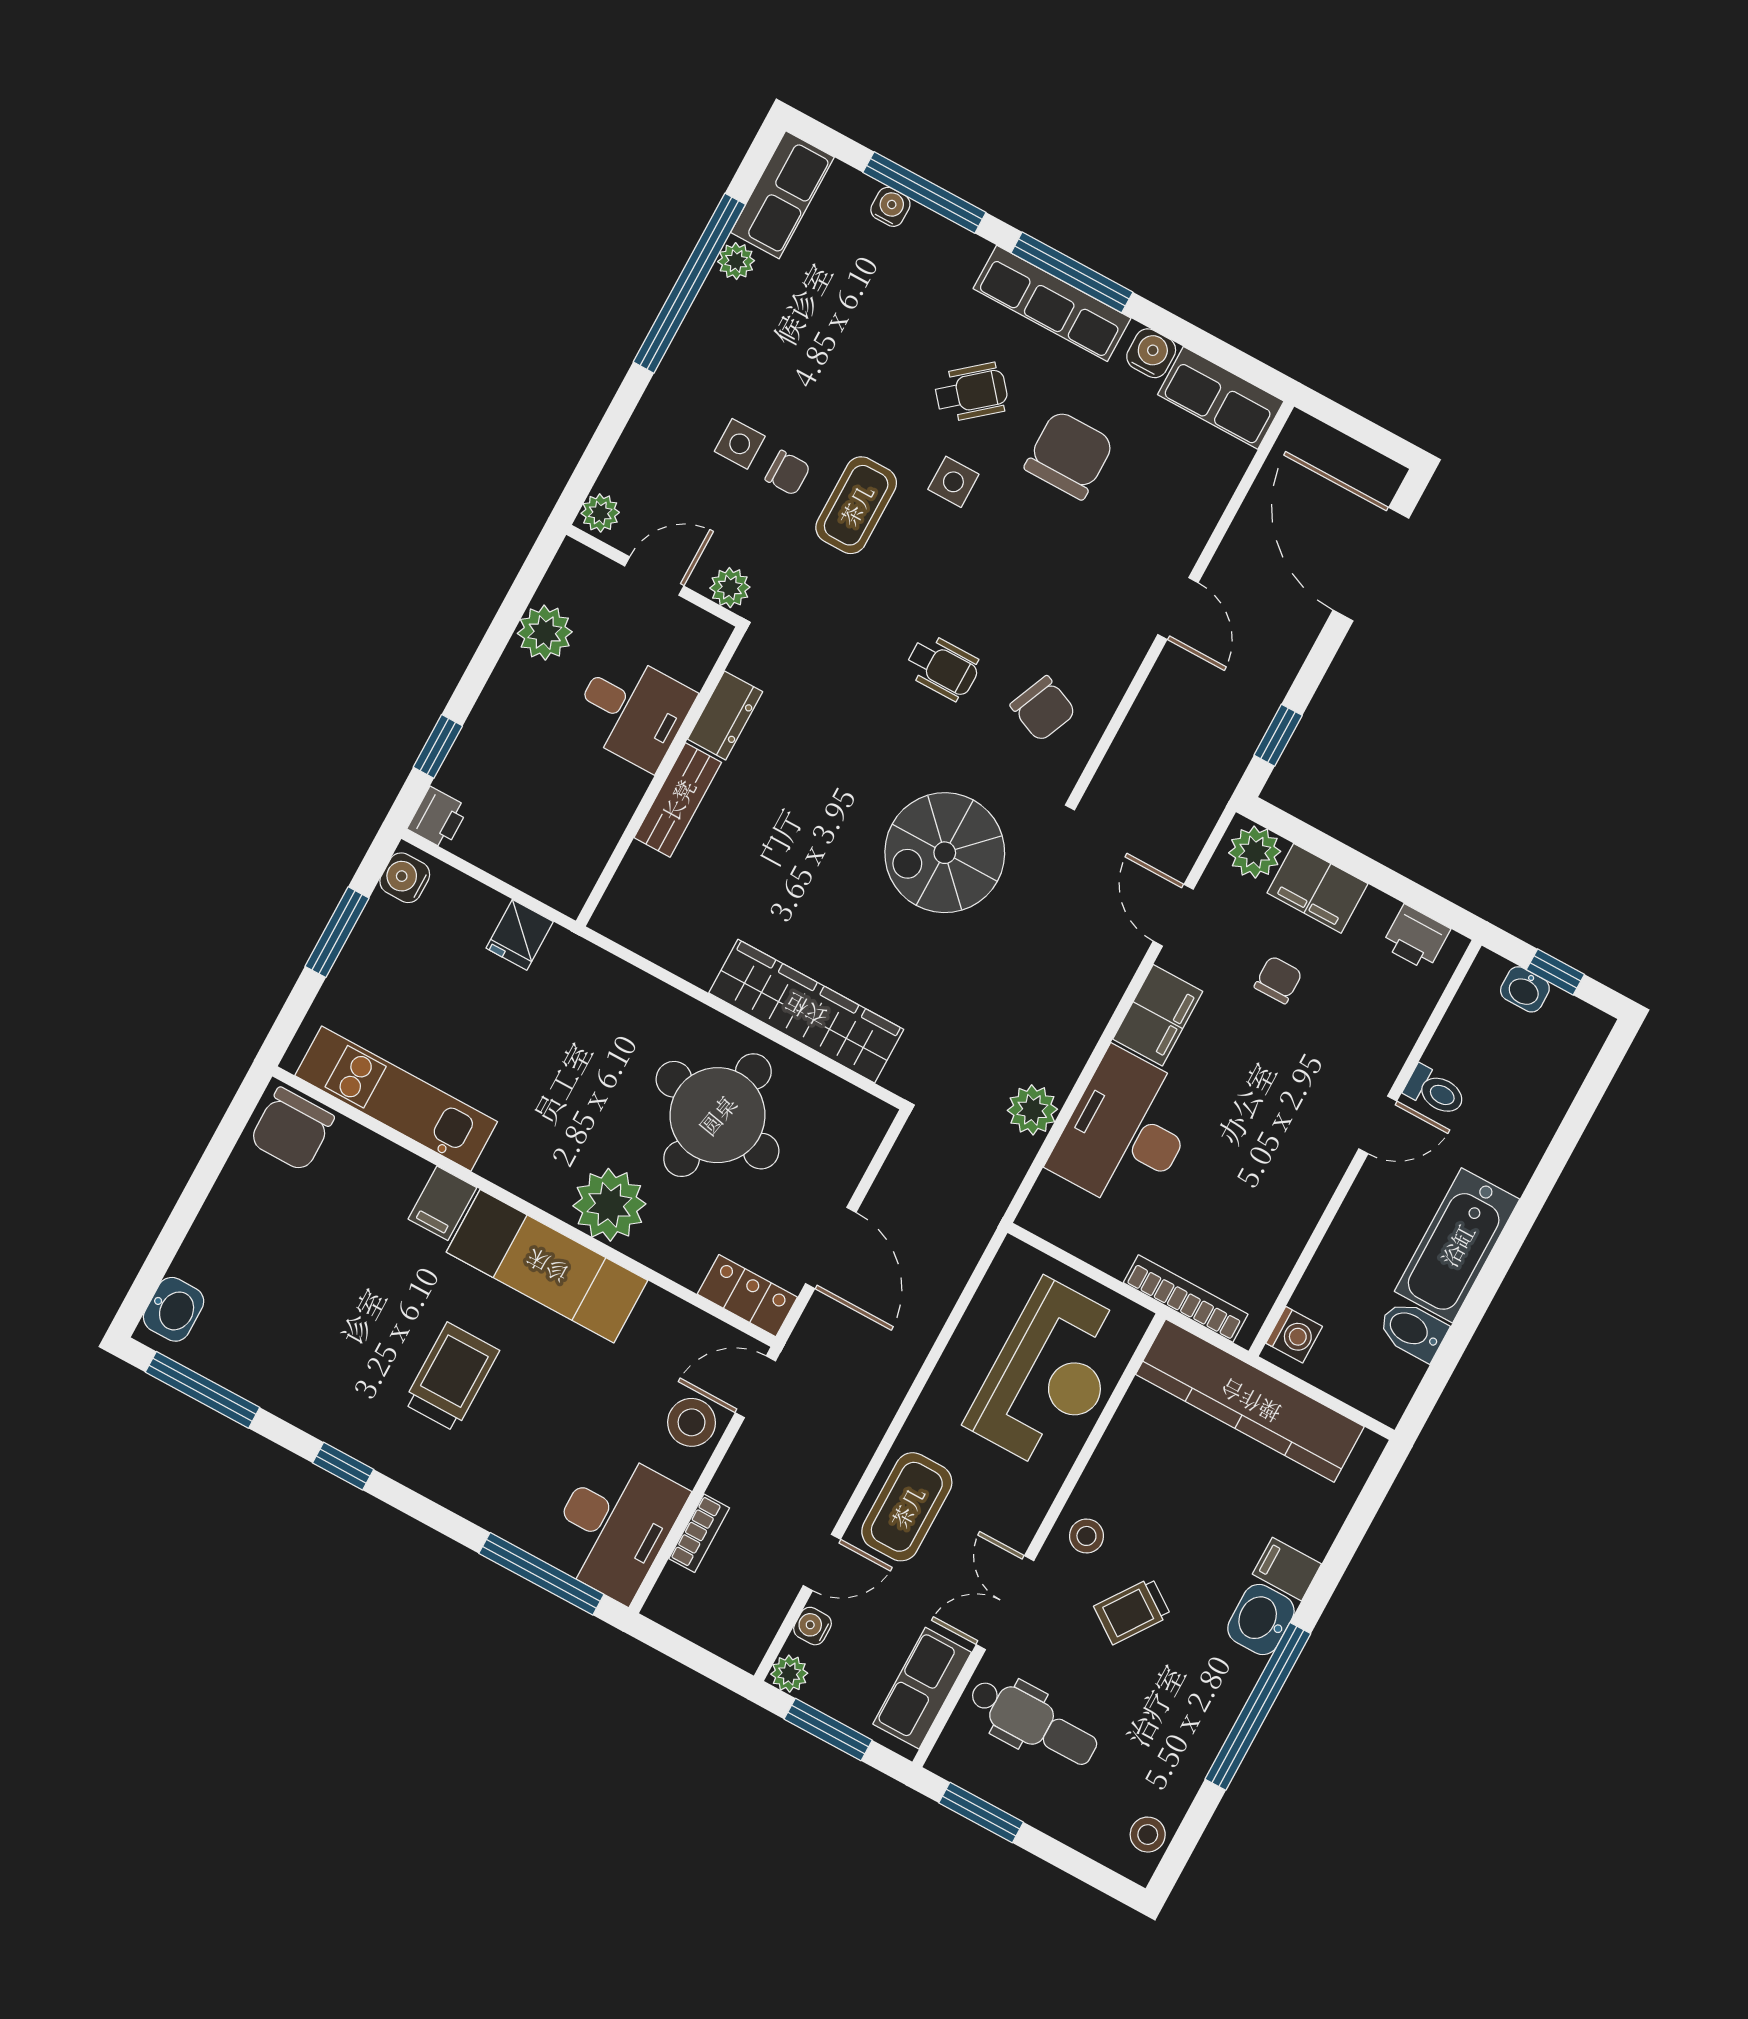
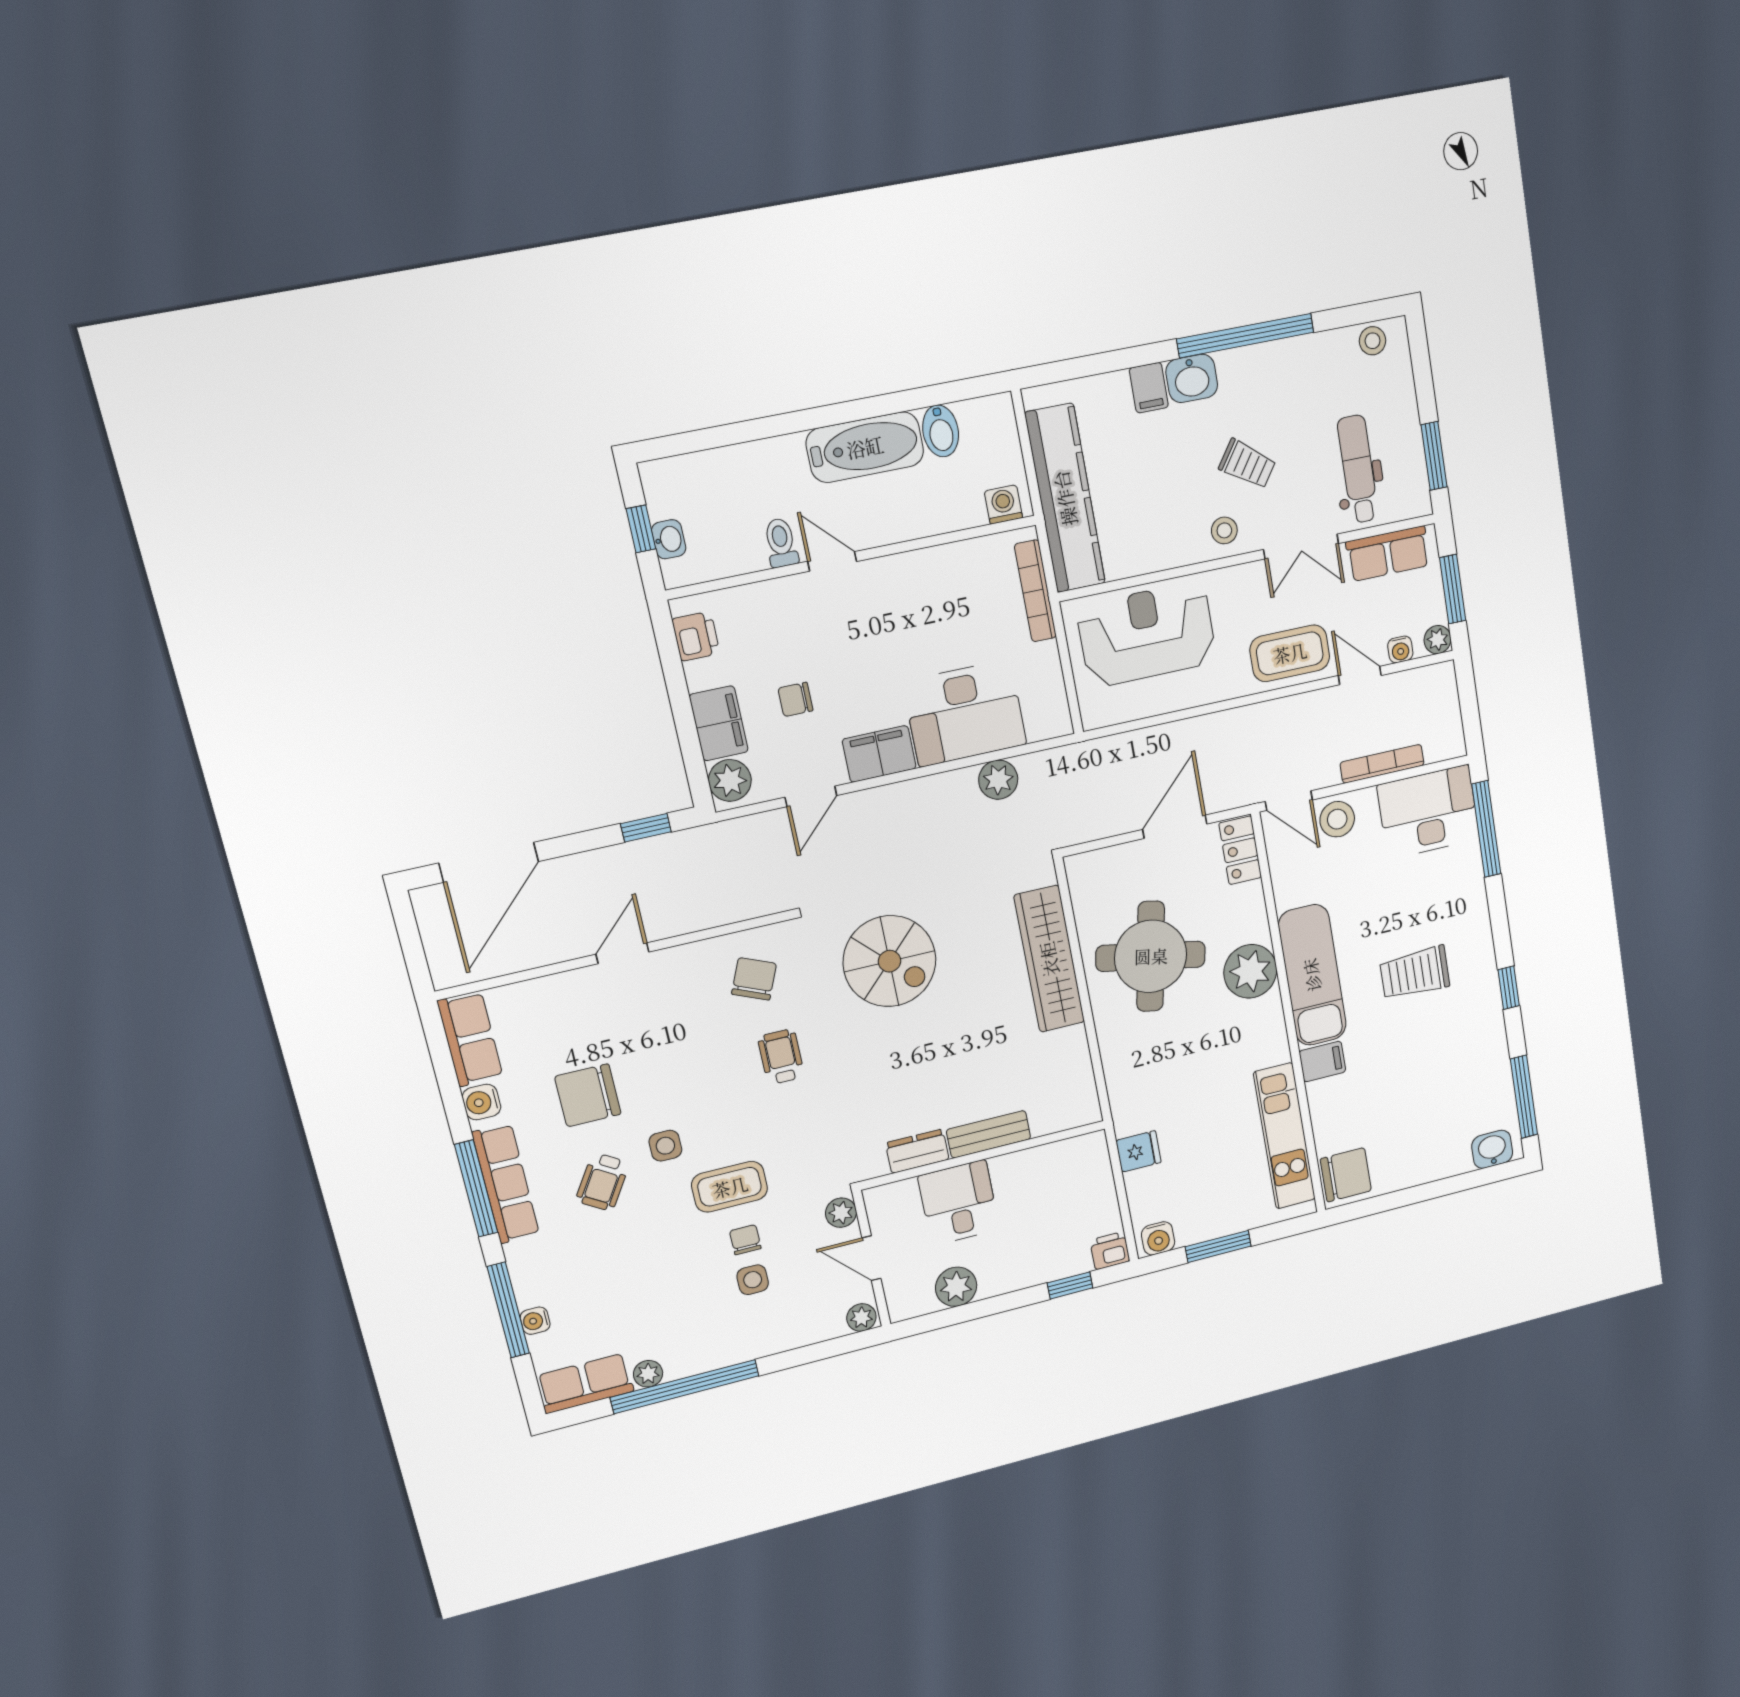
wheelchair: (971, 392) -> (603, 1182), turned -108
bookcase: (699, 1533) -> (1382, 764), width x1.56

